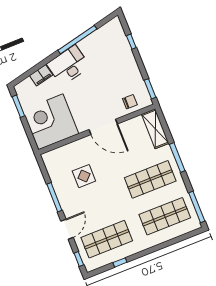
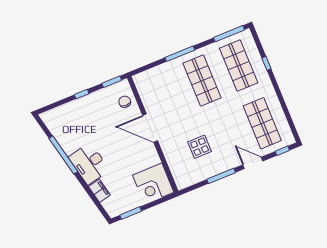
window: (131, 42) -> (82, 94), moved
corner desk: (51, 122) -> (153, 184), width x0.74, depth x0.74
door: (103, 127) -> (150, 128), swing flipped
shelving: (155, 129) -> (151, 76), removed
window: (120, 262) -> (266, 63), moved

